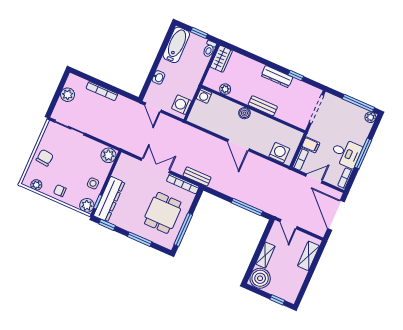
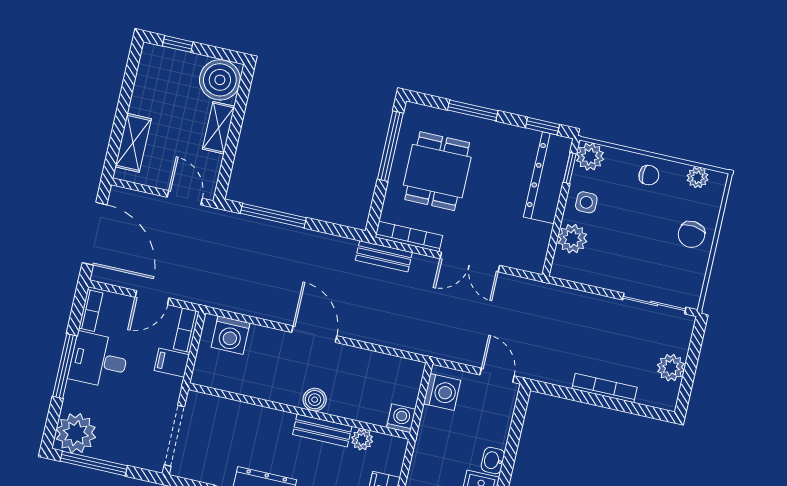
washbasin: (158, 77) -> (493, 460), moved
bench: (263, 106) -> (322, 430), moved
plant: (370, 117) -> (76, 433), width x1.87, depth x1.87
plant: (108, 155) -> (572, 239), moved

